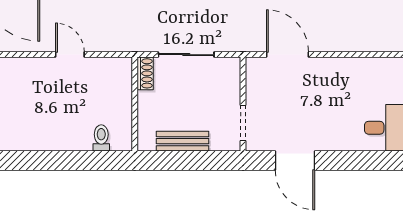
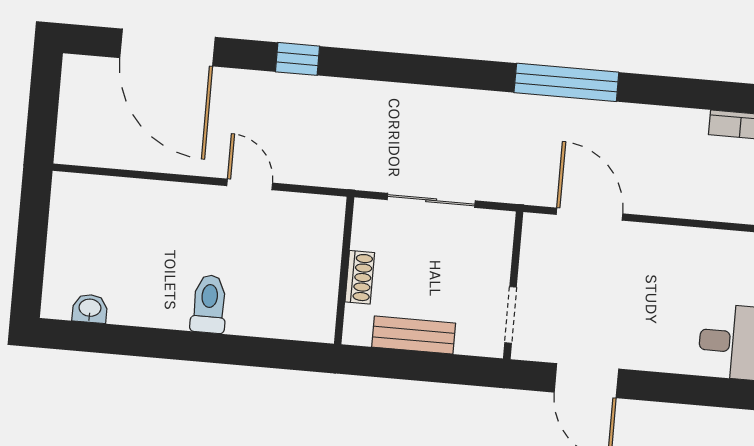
shoe rack: (145, 73) -> (360, 277), moved
toilet: (101, 138) -> (209, 304), moved, width x1.37, depth x1.39

